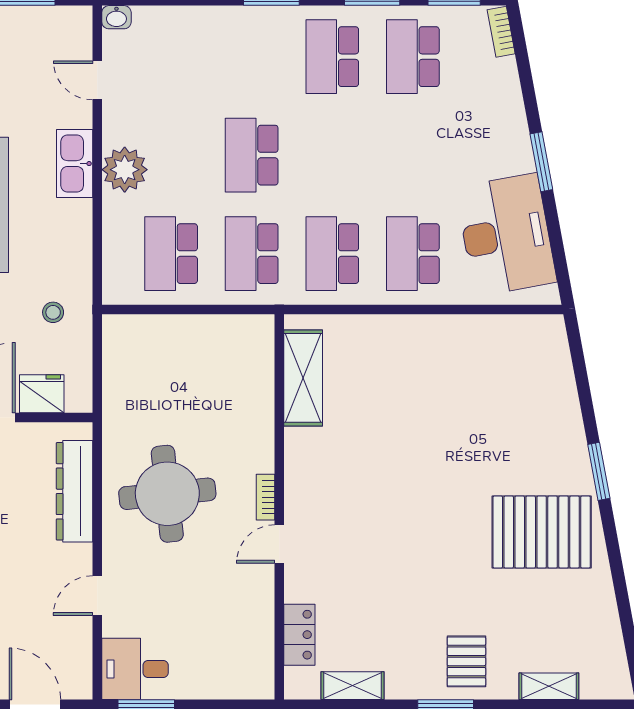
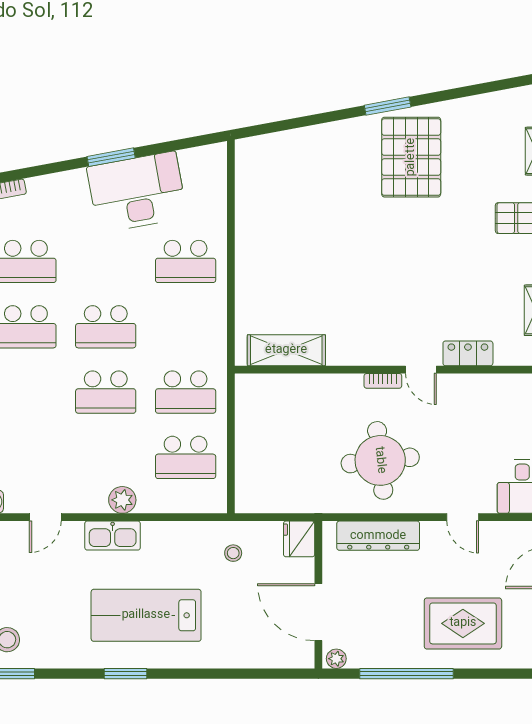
plant: (125, 170) -> (122, 500), width x0.73, depth x0.73
desk: (506, 235) -> (137, 192), moved
school desk: (332, 254) -> (106, 327), moved
fridge: (42, 394) -> (299, 539), moved
window: (599, 471) -> (388, 106), moved
locker: (299, 635) -> (468, 353), moved

